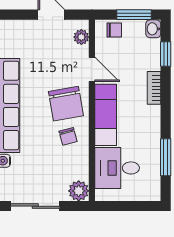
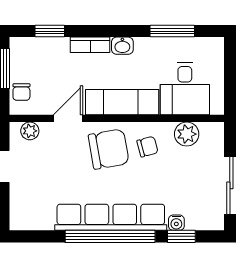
washbasin: (153, 29) -> (122, 46), moved
chair: (114, 30) -> (21, 92), turned 180
plant: (79, 191) -> (187, 134), moved

